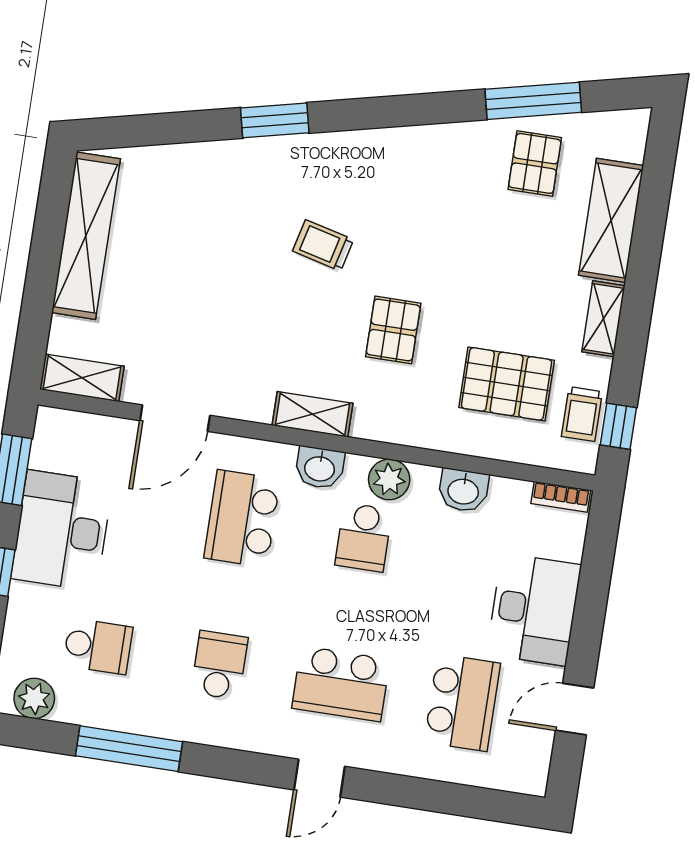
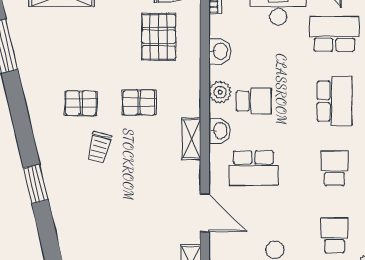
pallet: (535, 163) -> (81, 103), moved
school desk: (219, 665) -> (334, 168), turned 90

